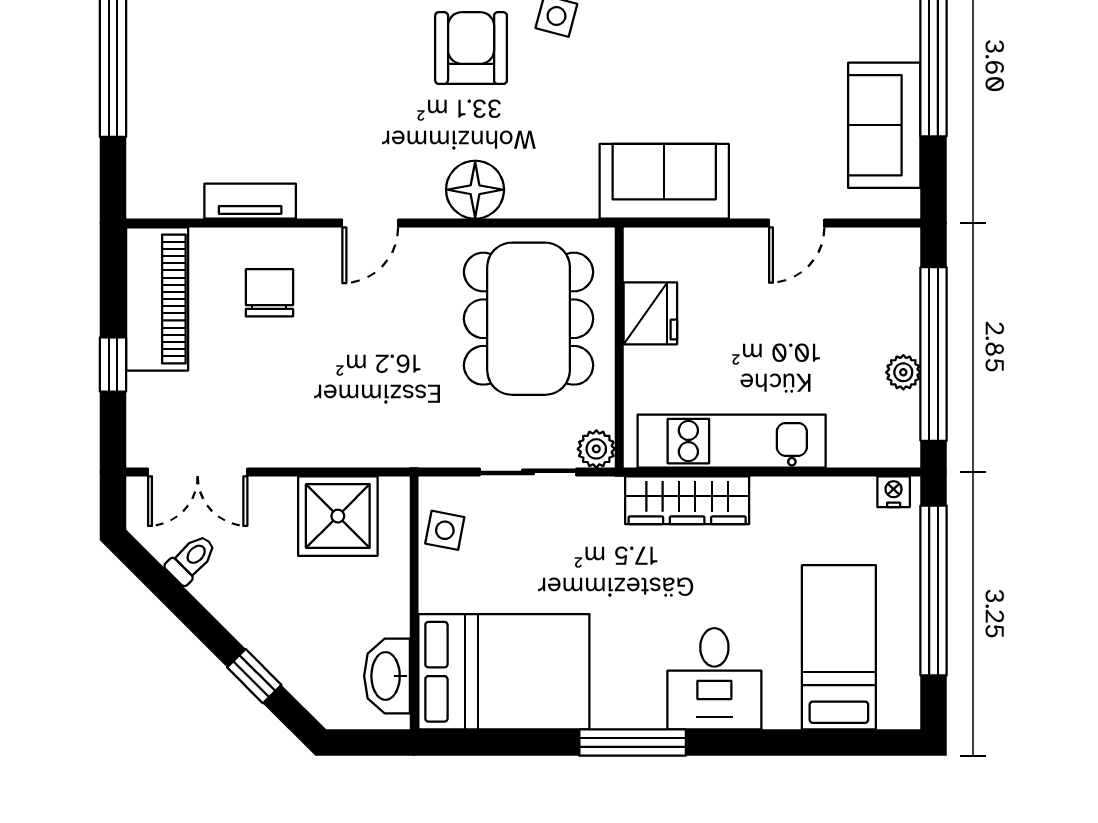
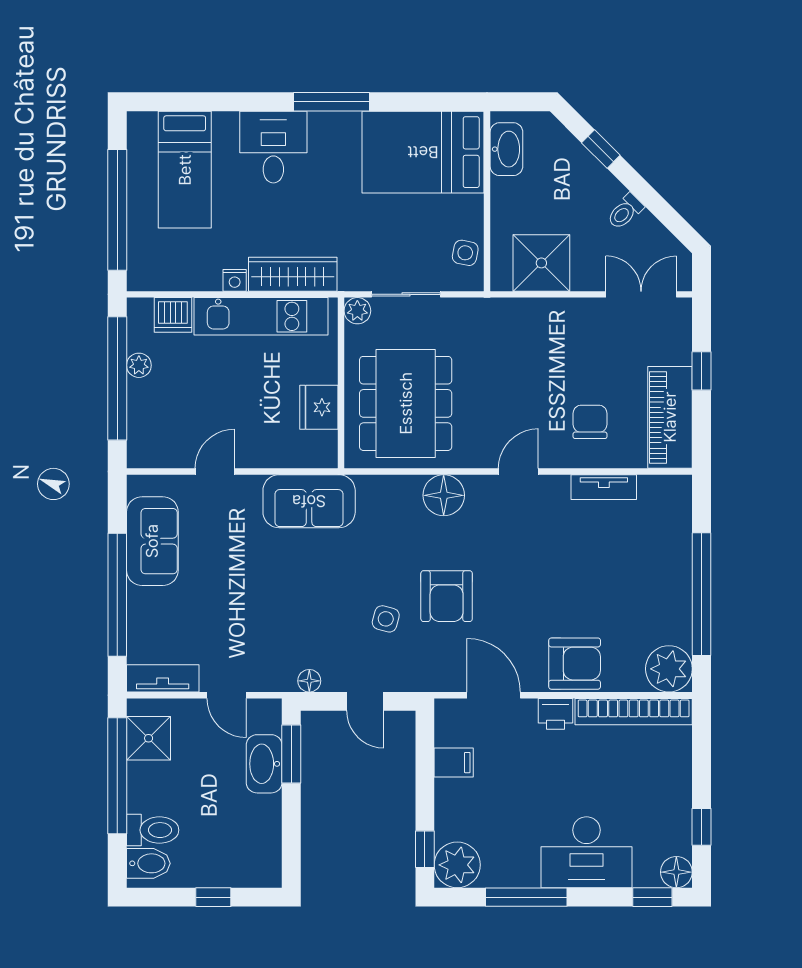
chair: (269, 293) -> (590, 422), turned 180
dishwasher: (855, 443) -> (173, 315), added
nightstand: (894, 492) -> (235, 280), moved
toilet: (191, 559) -> (625, 212), moved

